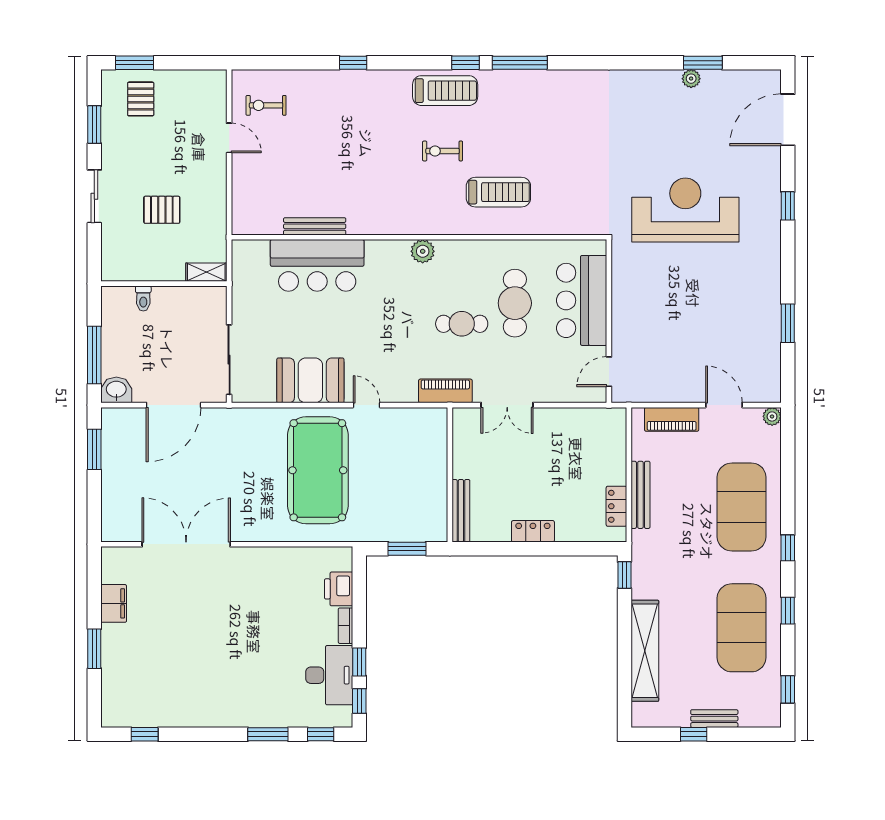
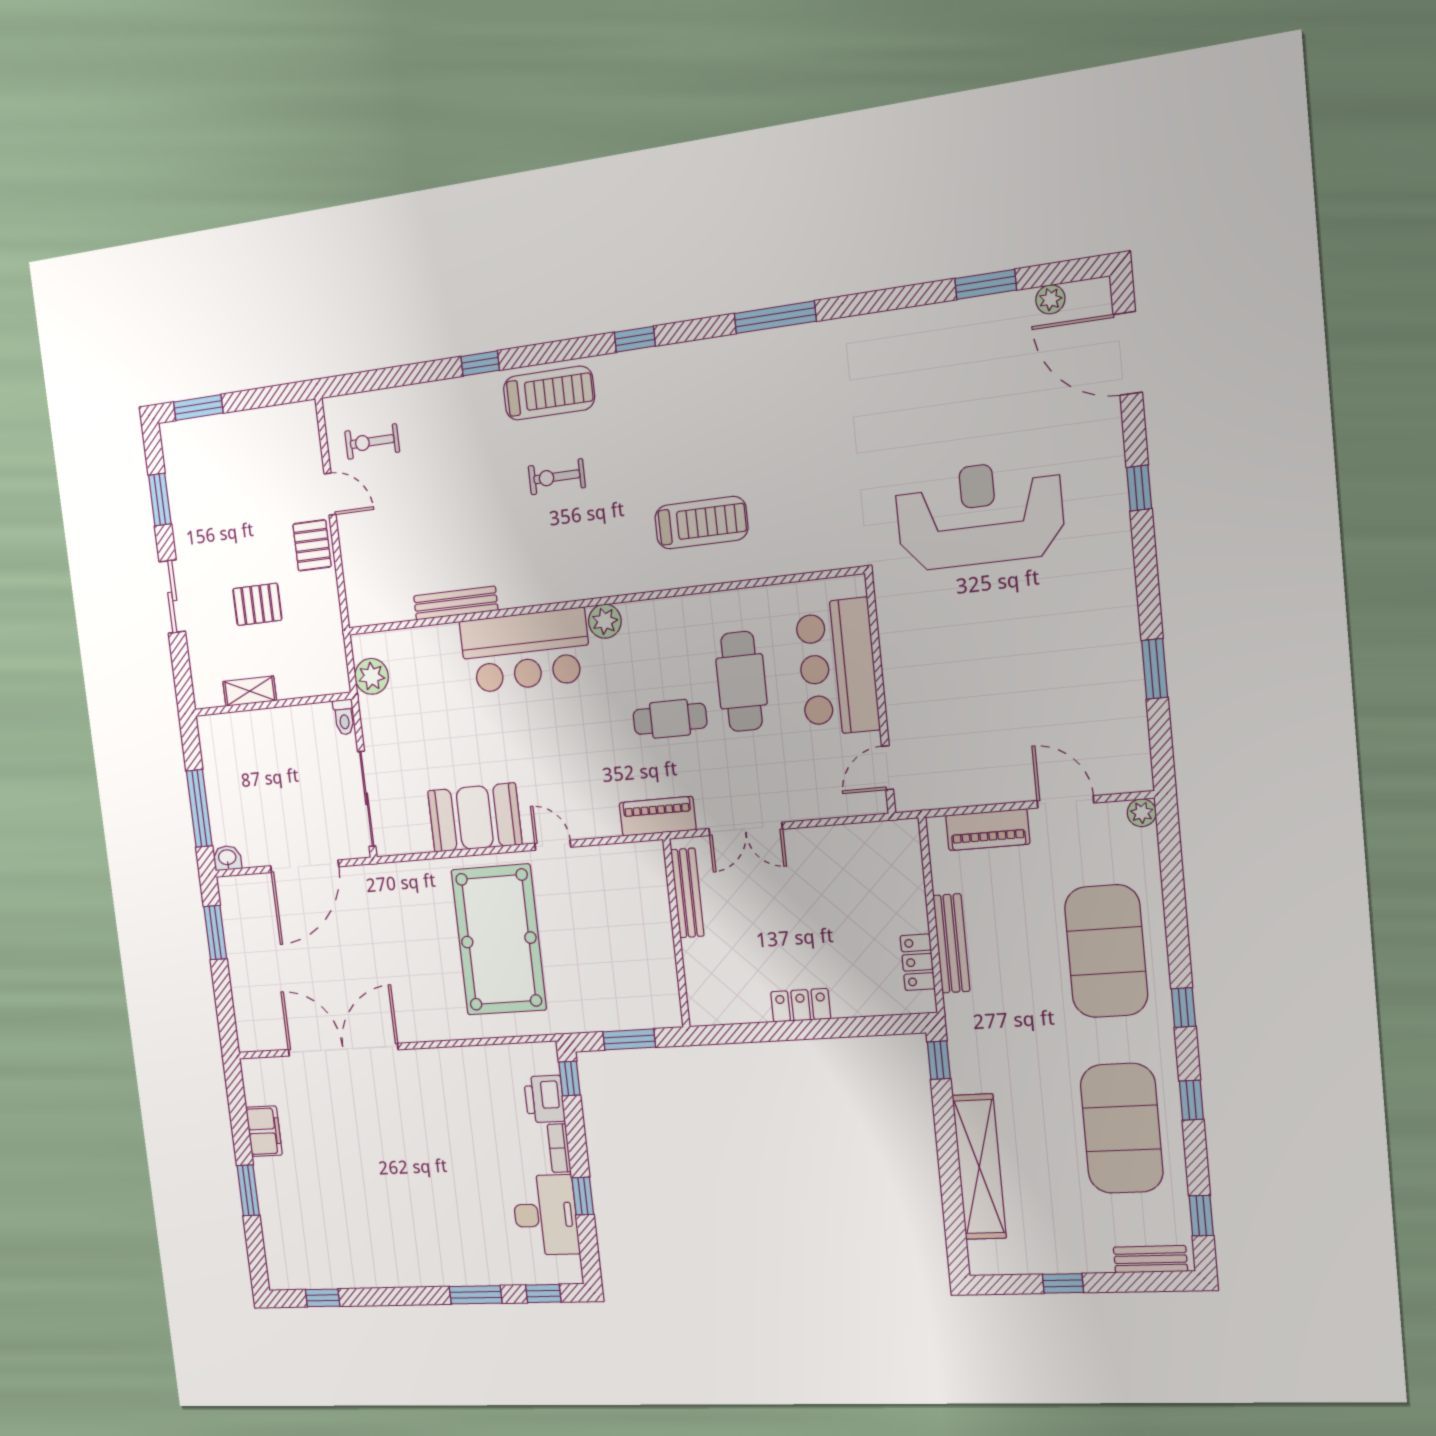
window: (520, 63) -> (775, 317), moved
plant: (691, 79) -> (1050, 299), moved
treadmill: (445, 91) -> (549, 393), moved
pallet: (141, 99) -> (312, 545), moved
door: (788, 120) -> (1128, 353), hinge flipped
exercise bike: (443, 151) -> (557, 477), moved
bar counter: (317, 265) -> (525, 651), moved
plant: (244, 271) -> (372, 676), added
shelving: (206, 272) -> (250, 691), moved
toilet: (143, 298) -> (344, 717), moved
washbasin: (116, 390) -> (227, 858), width x0.72, depth x0.69
bench: (461, 511) -> (687, 893), moved
window: (359, 701) -> (570, 1079), moved
bench: (714, 719) -> (1150, 1259), moved

